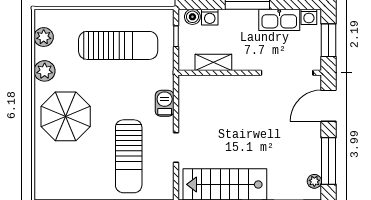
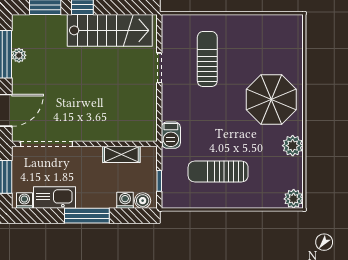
plant: (44, 37) -> (294, 199), moved
sun lounger: (118, 45) -> (218, 172), width x0.73, depth x0.75
barbecue: (165, 103) -> (171, 135), moved
sun lounger: (129, 156) -> (207, 59), width x0.73, depth x0.75
plant: (314, 181) -> (19, 55), moved

